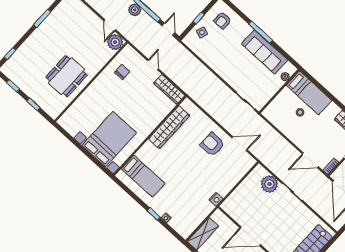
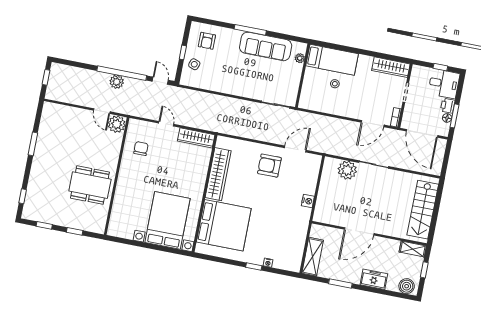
dining table: (66, 76) -> (90, 185), turned 90
bed: (143, 176) -> (224, 225), width x2.04
nightstand: (216, 199) -> (308, 201), moved

